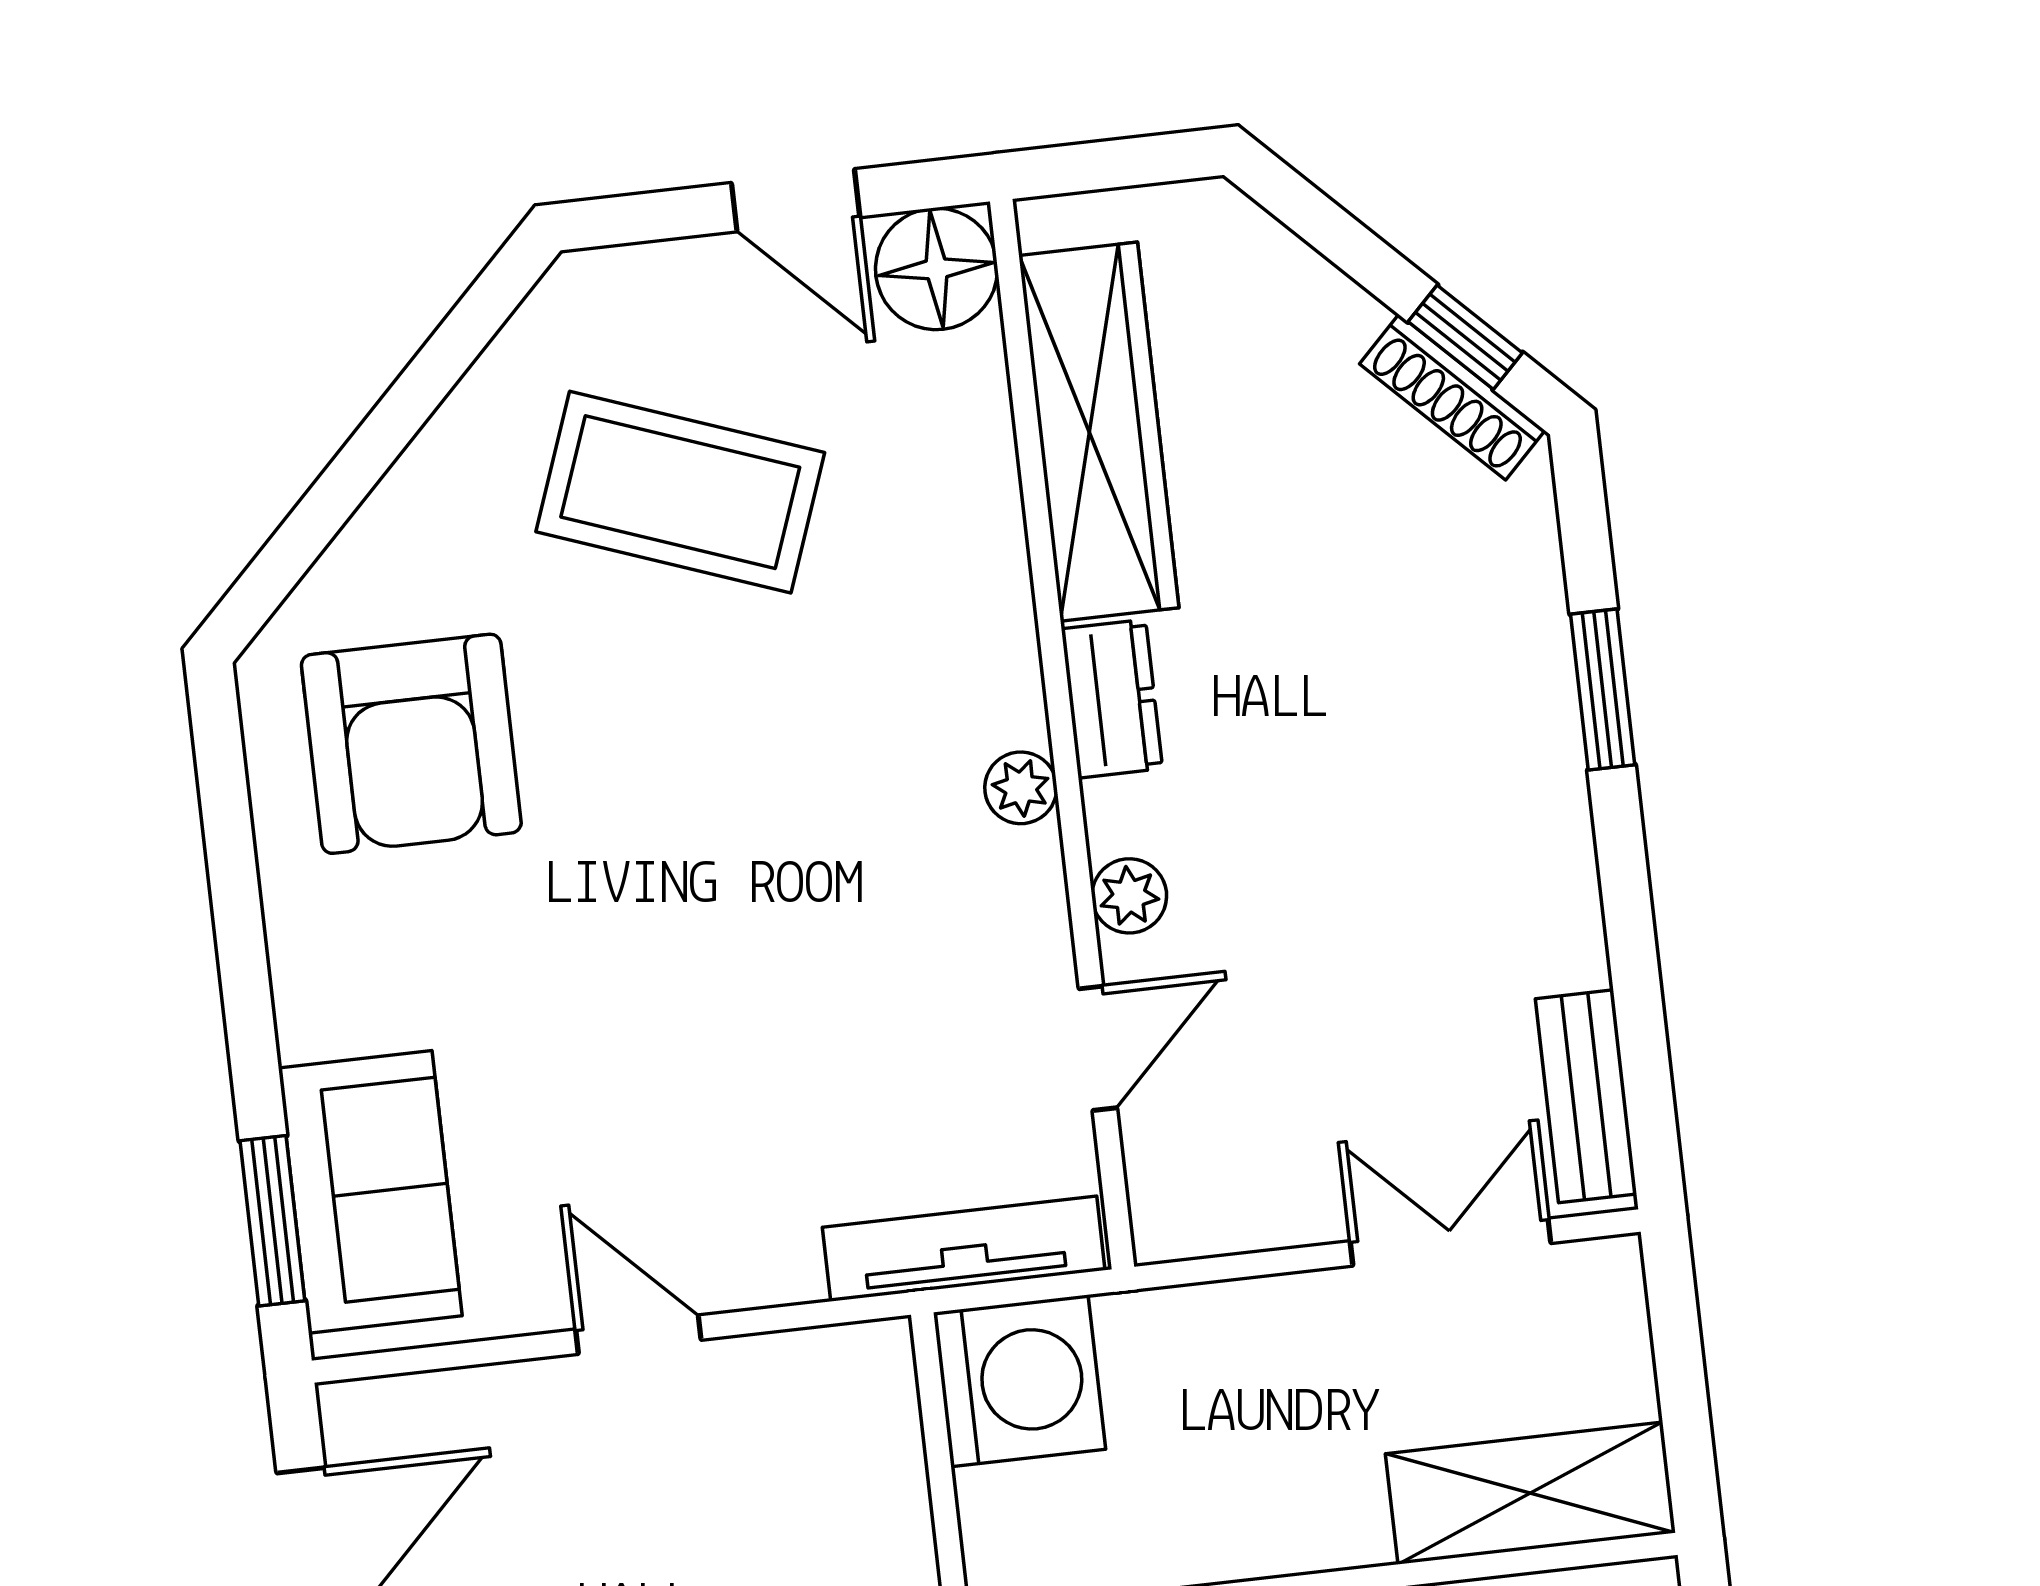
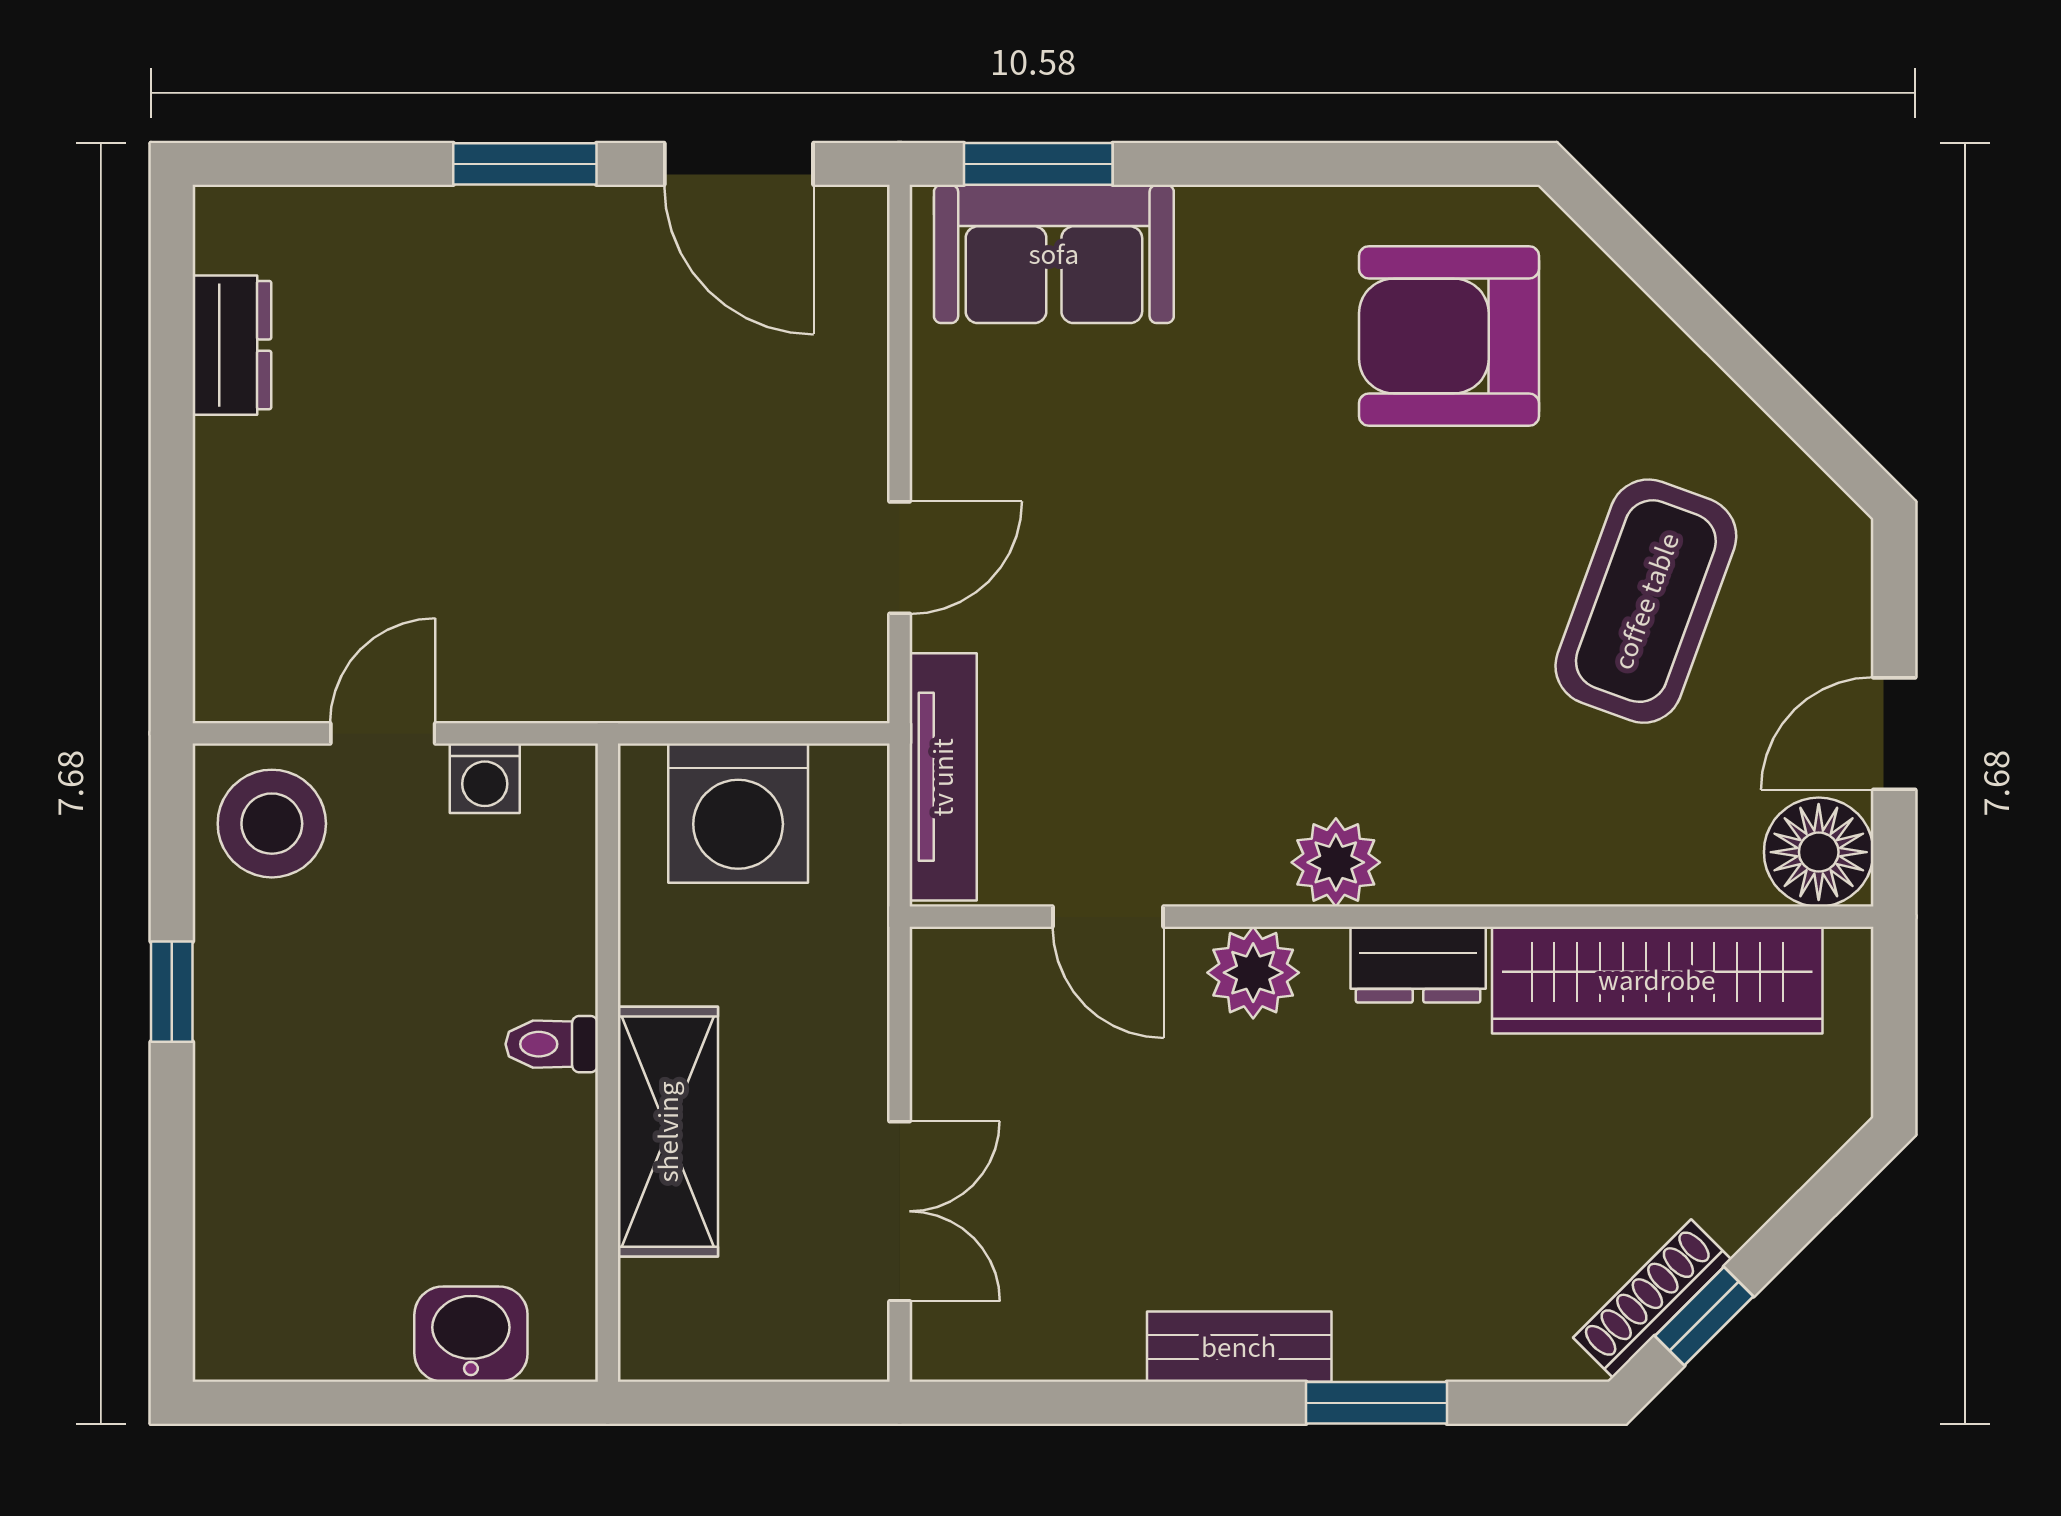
plant: (1021, 788) -> (1336, 862), width x1.38, depth x1.38
plant: (1129, 896) -> (1253, 973), width x1.38, depth x1.38
bench: (1586, 1096) -> (1239, 1347), moved
door: (638, 1335) -> (900, 558), moved
washing machine: (1019, 1381) -> (738, 813), moved
shelving: (1530, 1493) -> (668, 1132), moved

